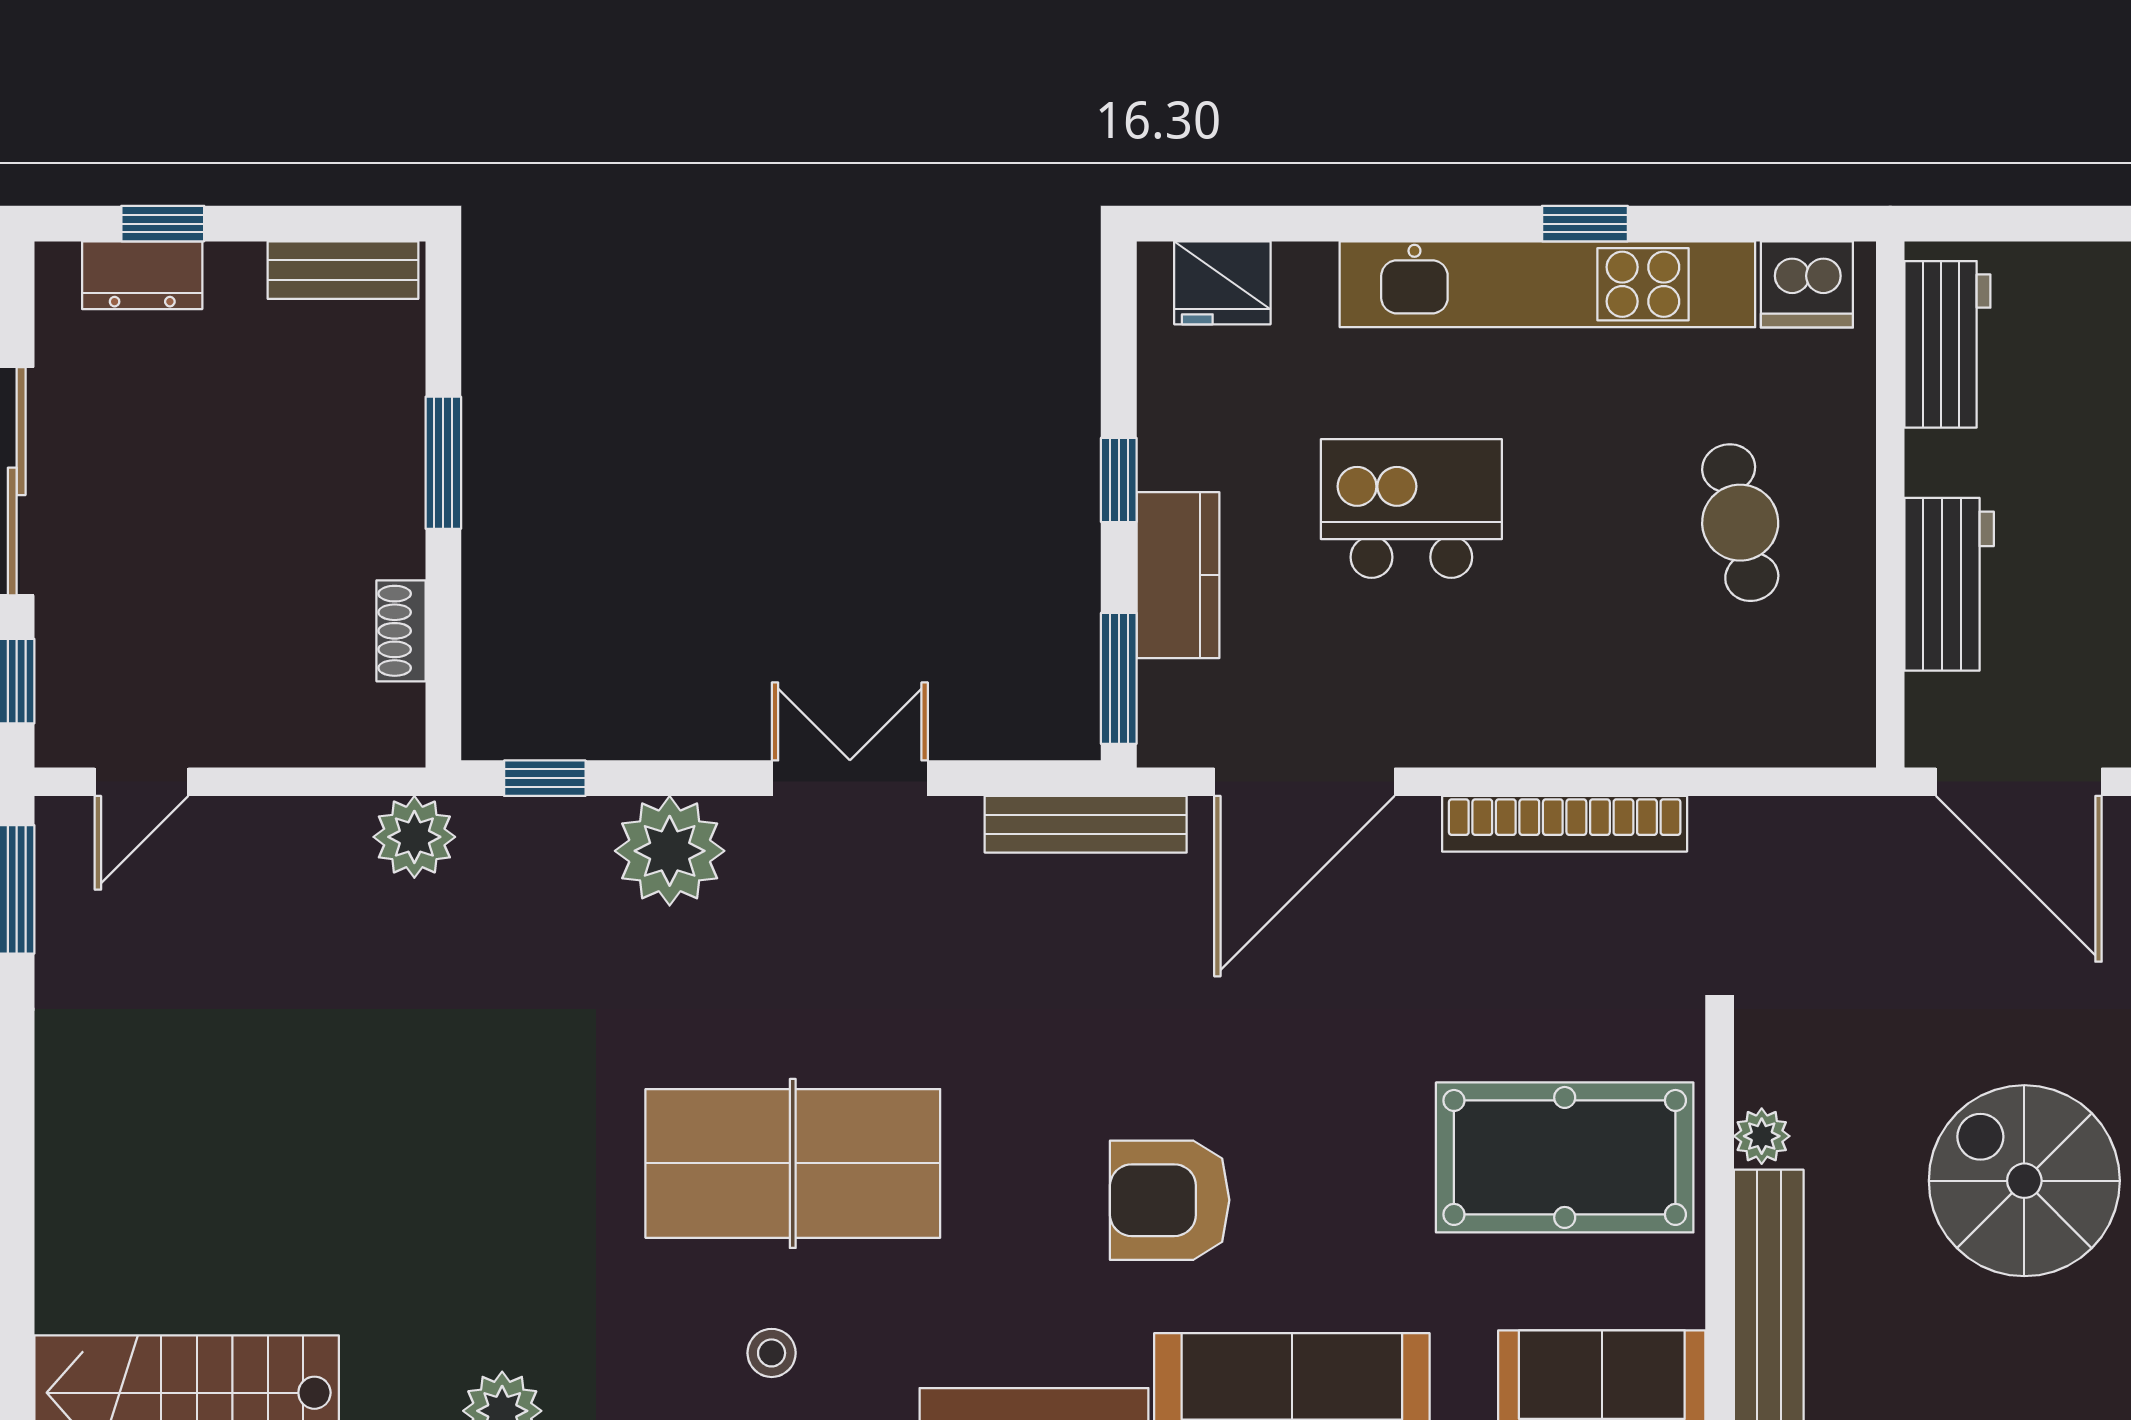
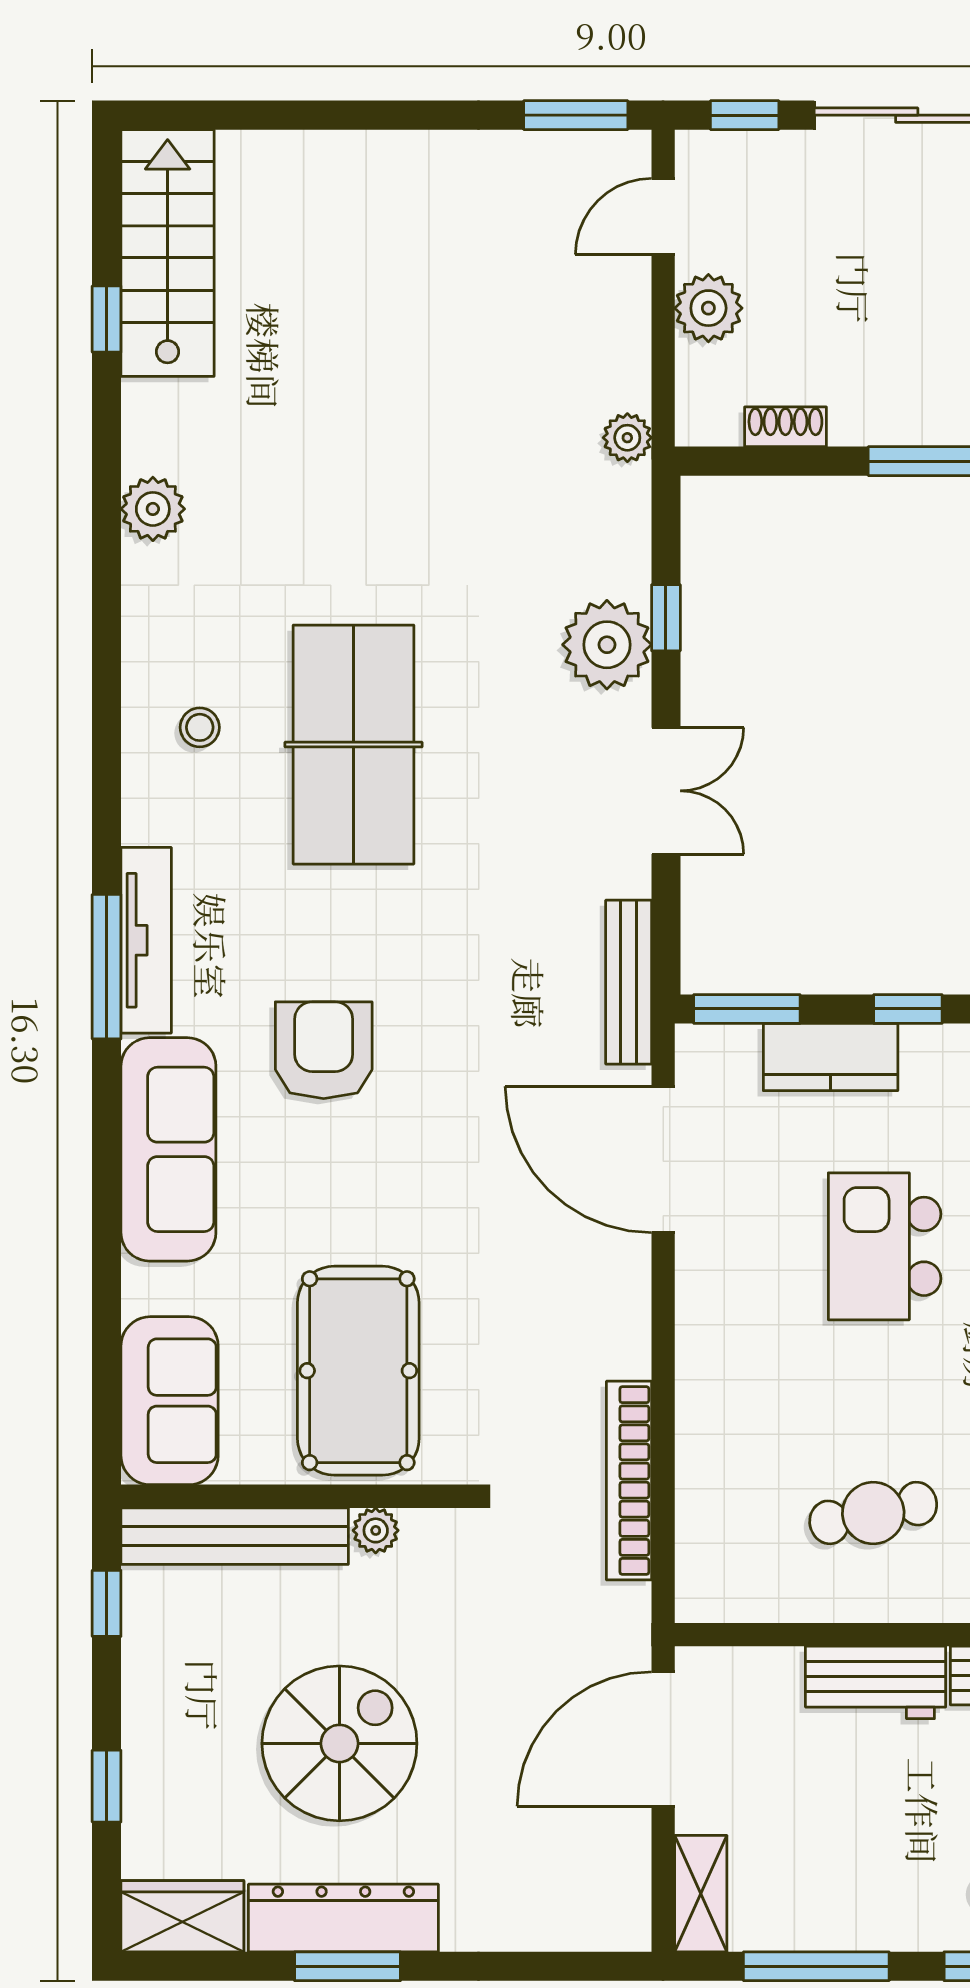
kitchen island: (1411, 509) -> (885, 1246), turned 180
workbench: (1949, 584) -> (876, 1682), moved
plant: (255, 726) -> (708, 308), added
window: (545, 778) -> (666, 618), moved
door: (142, 782) -> (663, 216), hinge flipped
bookcase: (1565, 824) -> (629, 1481), moved
plant: (414, 837) -> (627, 438), width x0.73, depth x0.73

